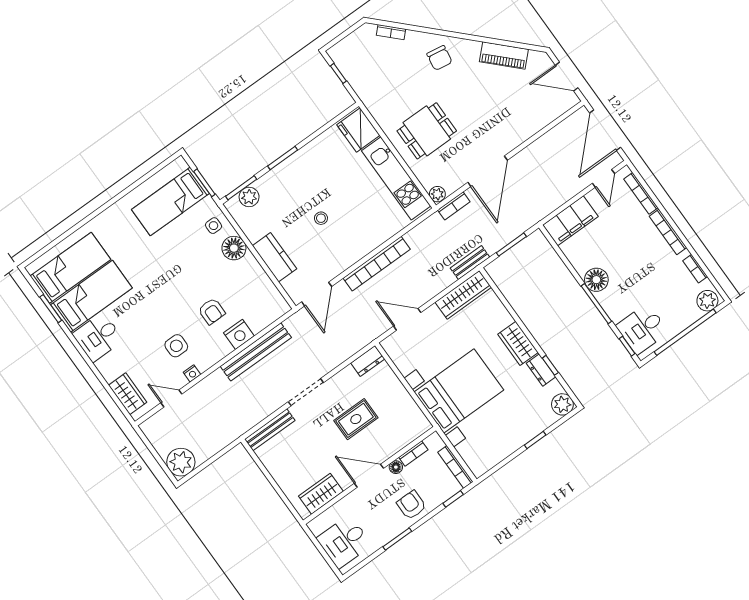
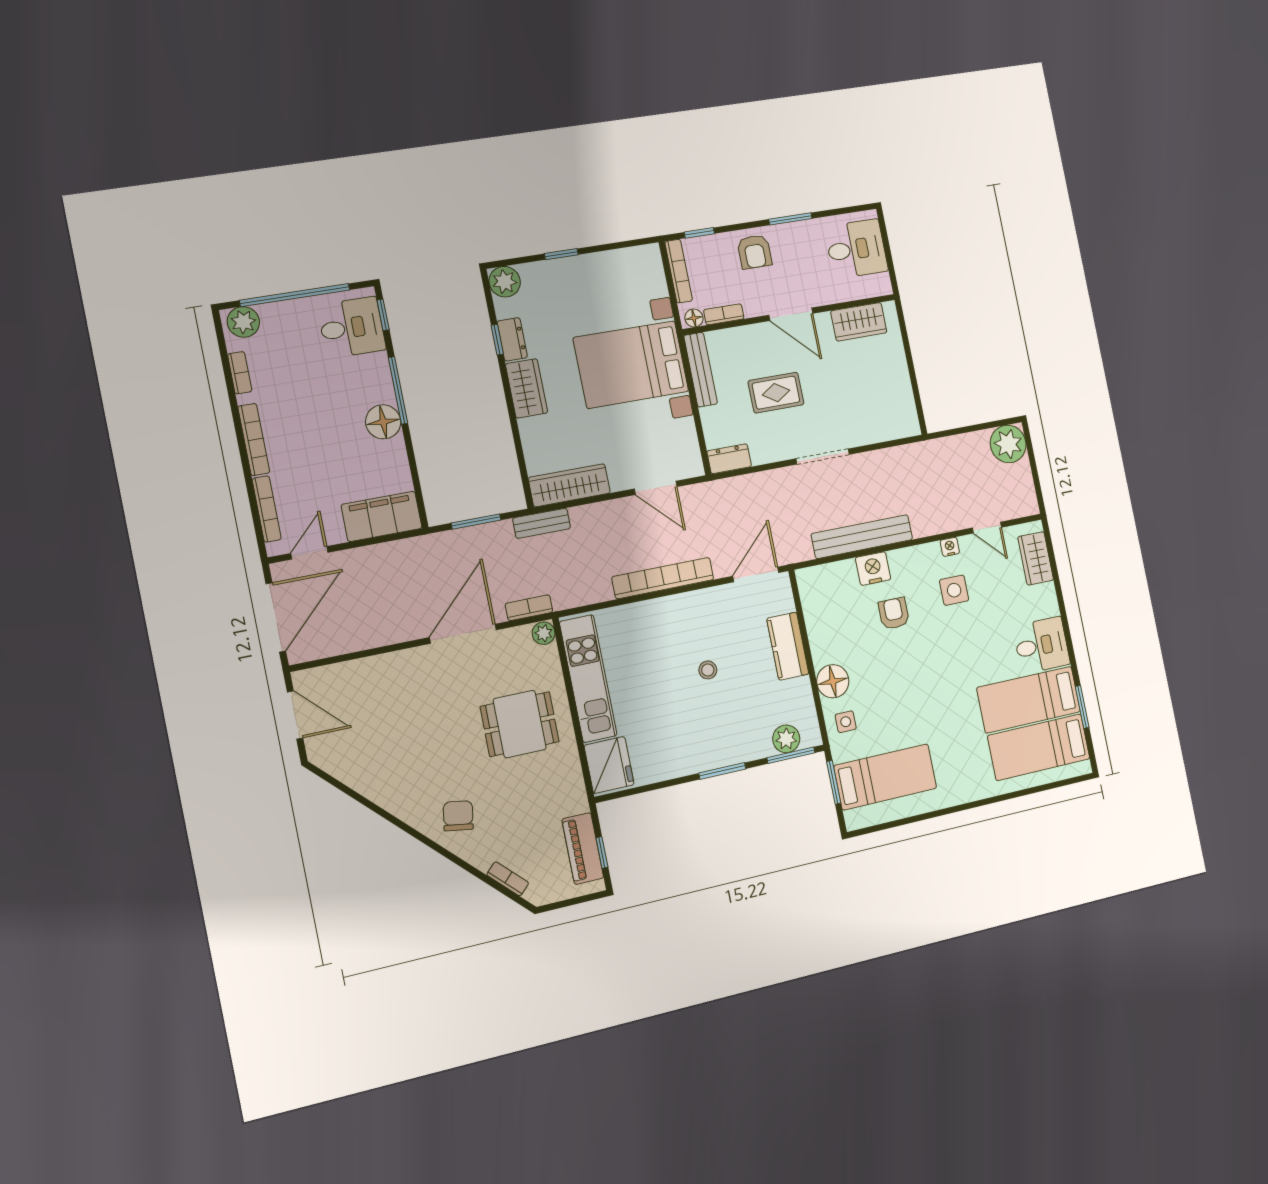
piano: (504, 56) -> (583, 848), moved, turned -135
bench: (270, 430) -> (701, 370), moved, turned 90
floor lamp: (396, 467) -> (694, 318), moved

